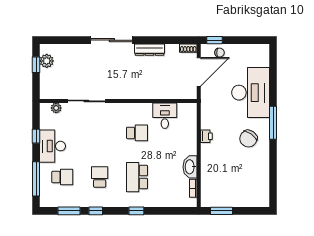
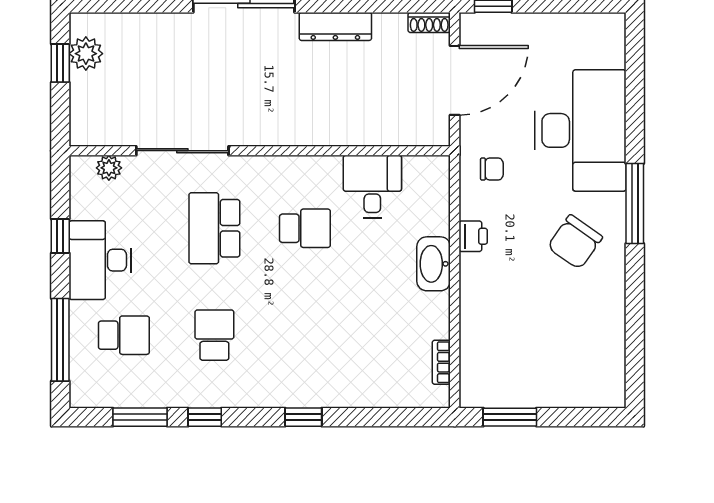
chair: (220, 53) -> (492, 169), moved
washbasin: (190, 167) -> (434, 264), moved
school desk: (137, 177) -> (214, 228), moved

